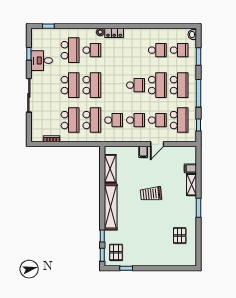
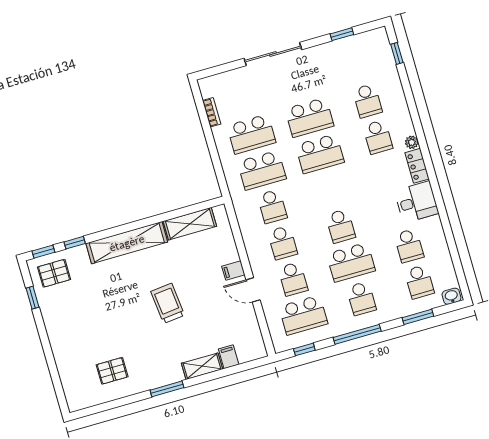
school desk: (70, 50) -> (367, 101), width x0.54
desk: (42, 61) -> (416, 202), moved, turned 90
school desk: (179, 85) -> (361, 298), width x0.54

